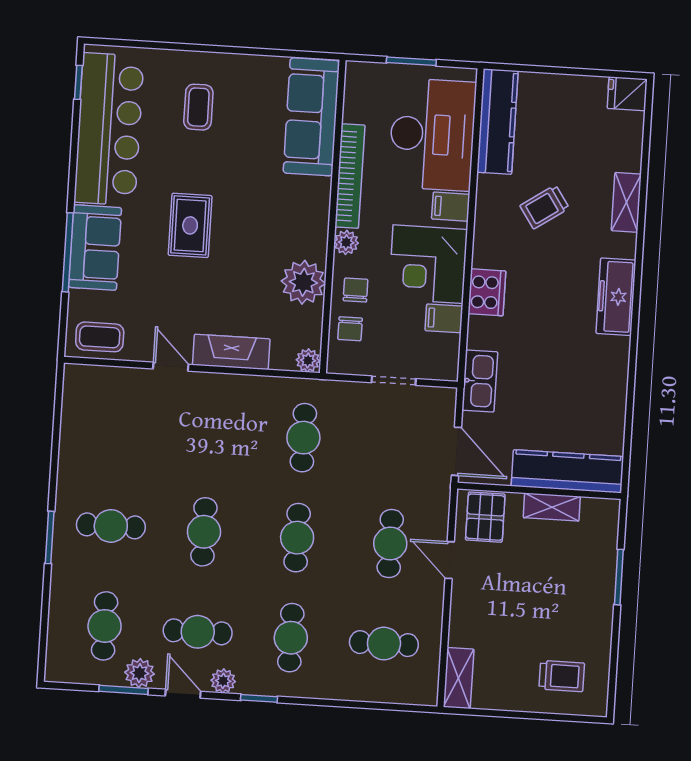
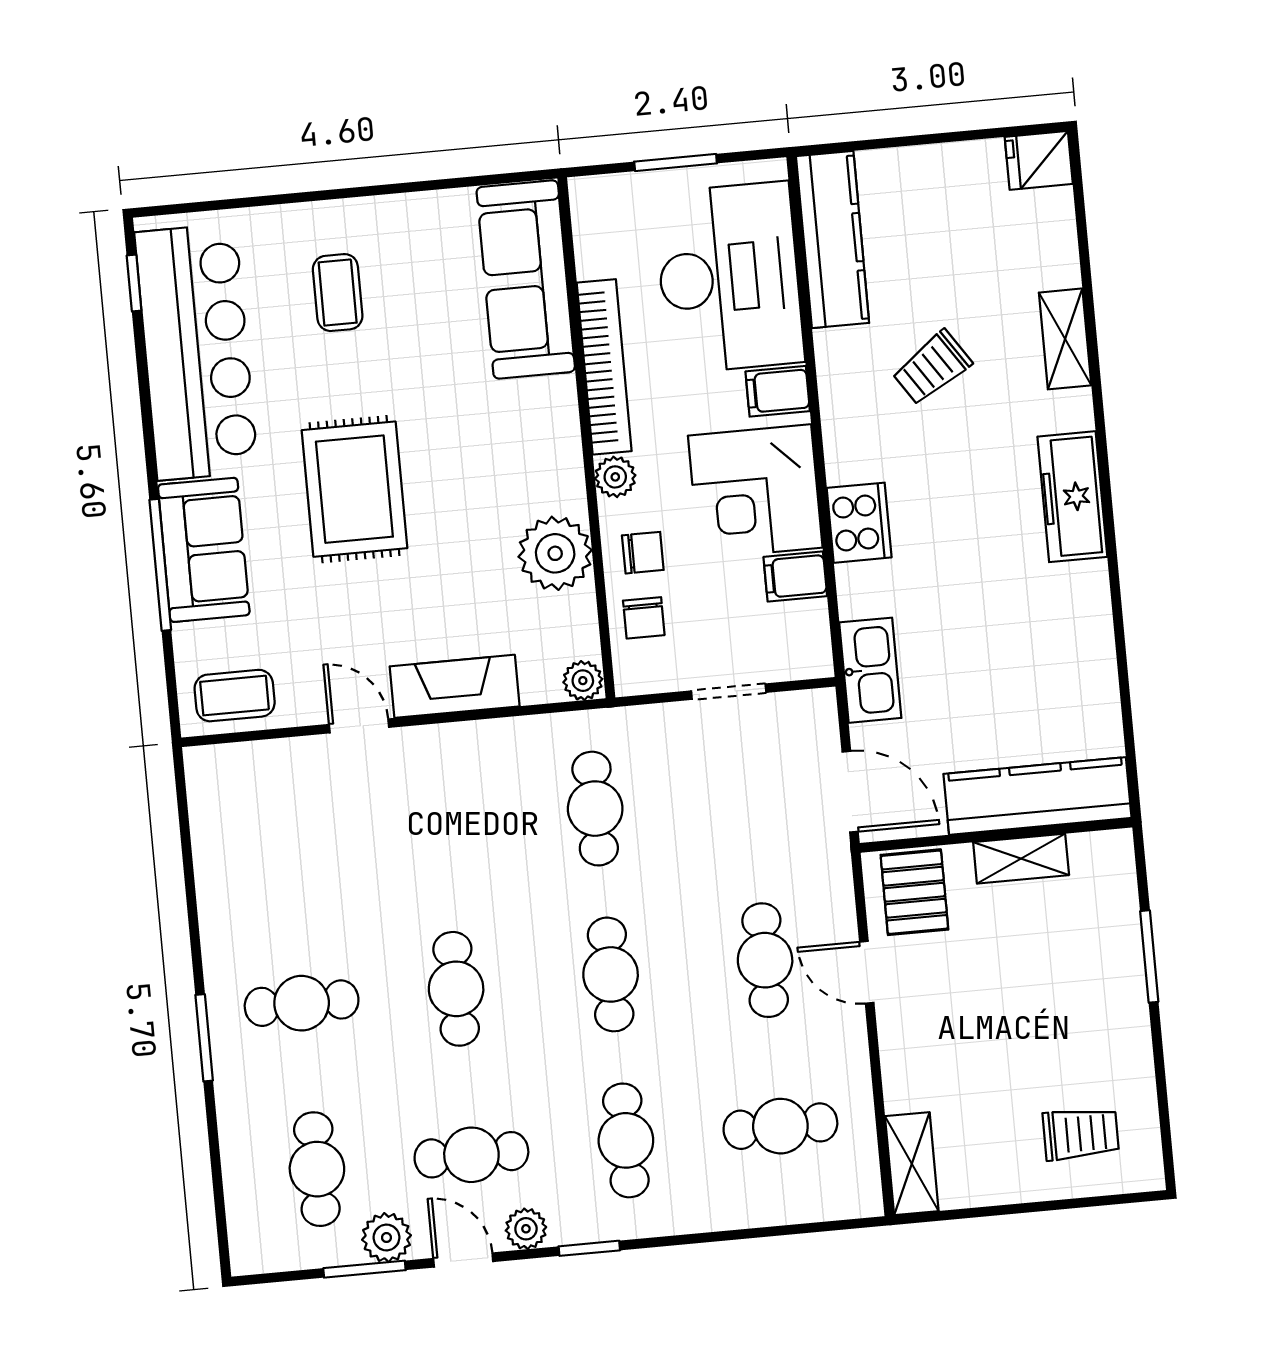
rug: (190, 225) -> (354, 489), width x1.36, depth x1.43
chair: (356, 290) -> (643, 553), turned 90

